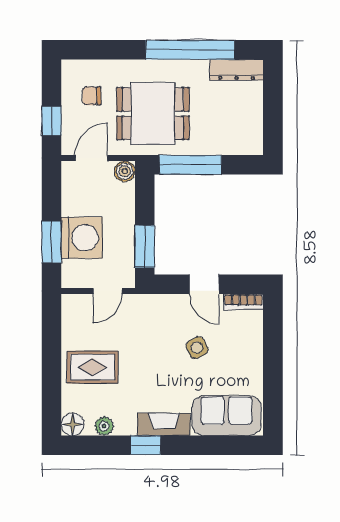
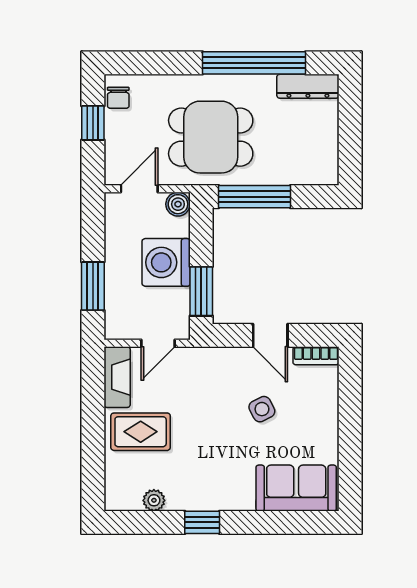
chair: (92, 96) -> (118, 98), moved, turned -90
window: (51, 121) -> (93, 123), moved
washing machine: (82, 238) -> (166, 262), moved, turned 180
floor lamp: (72, 424) -> (117, 498), removed
fireplace: (164, 424) -> (117, 377), moved, turned 90

